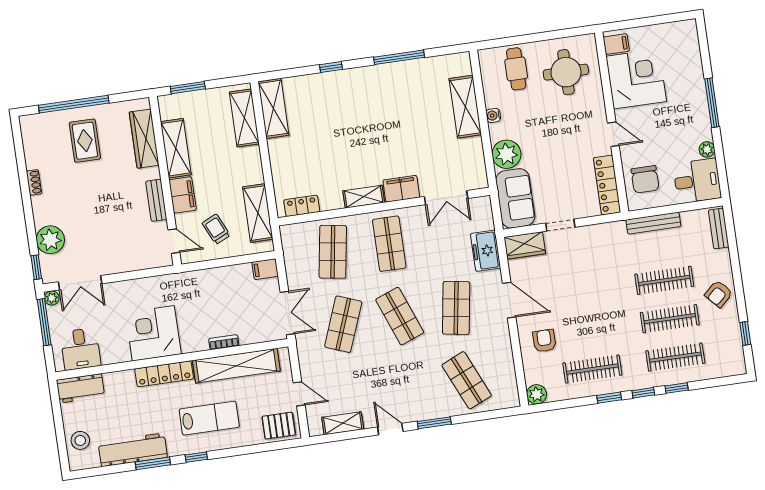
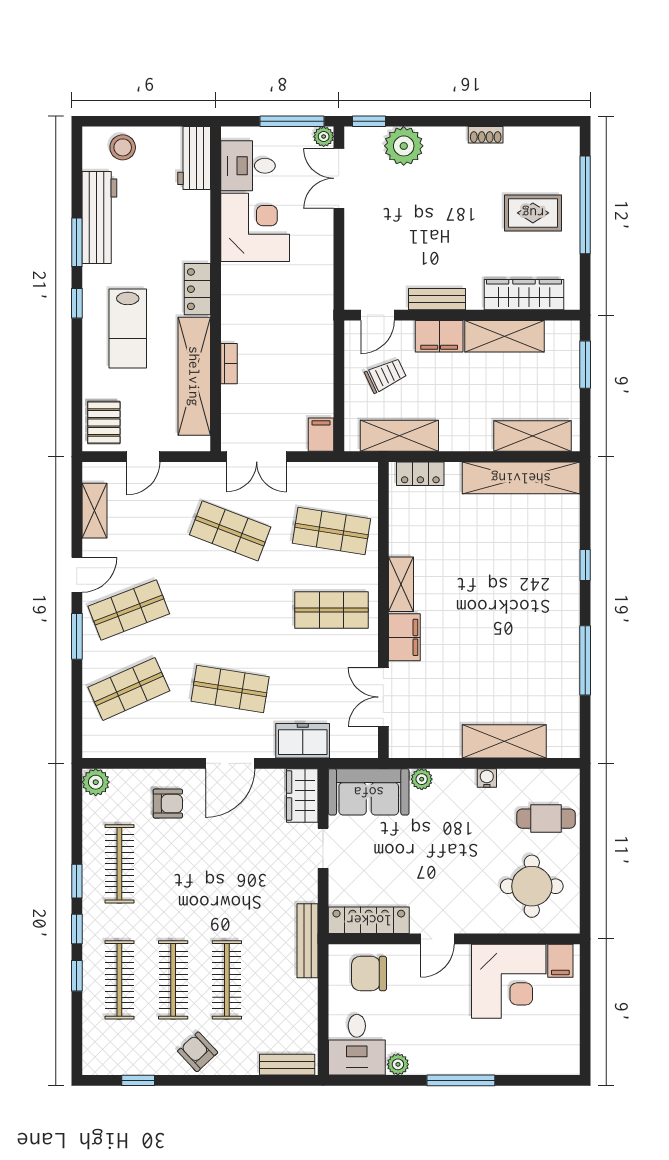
shelving: (273, 108) -> (521, 478), width x1.47
plant: (506, 154) -> (422, 779), width x0.53, depth x0.53
locker: (302, 206) -> (420, 474), moved, turned 90
bench: (653, 223) -> (308, 941), moved
shop shelf: (400, 316) -> (129, 610), moved
corner desk: (153, 333) -> (255, 227), moved
locker: (164, 374) -> (197, 289), width x0.66

